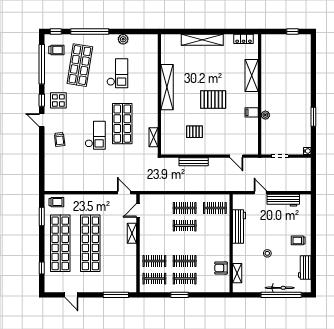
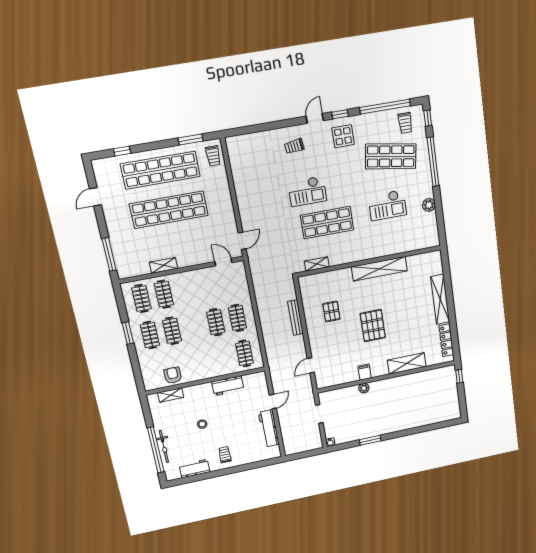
window: (293, 31) -> (459, 376), moved
locker: (244, 39) -> (446, 340), width x1.53
workbench: (239, 226) -> (228, 386), width x0.73
shelving: (132, 233) -> (164, 265), moved

